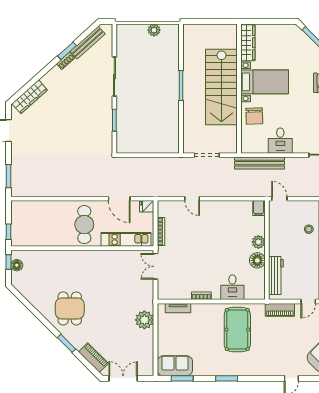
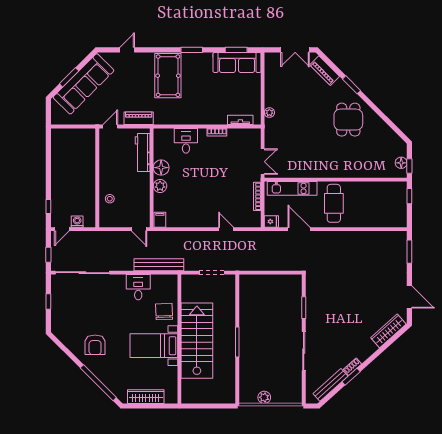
wardrobe: (248, 43) -> (146, 397), moved, turned 90
plant: (144, 320) -> (269, 113), width x0.53, depth x0.53
pool table: (237, 330) -> (168, 76), moved
sofa: (175, 366) -> (237, 62), width x1.36

